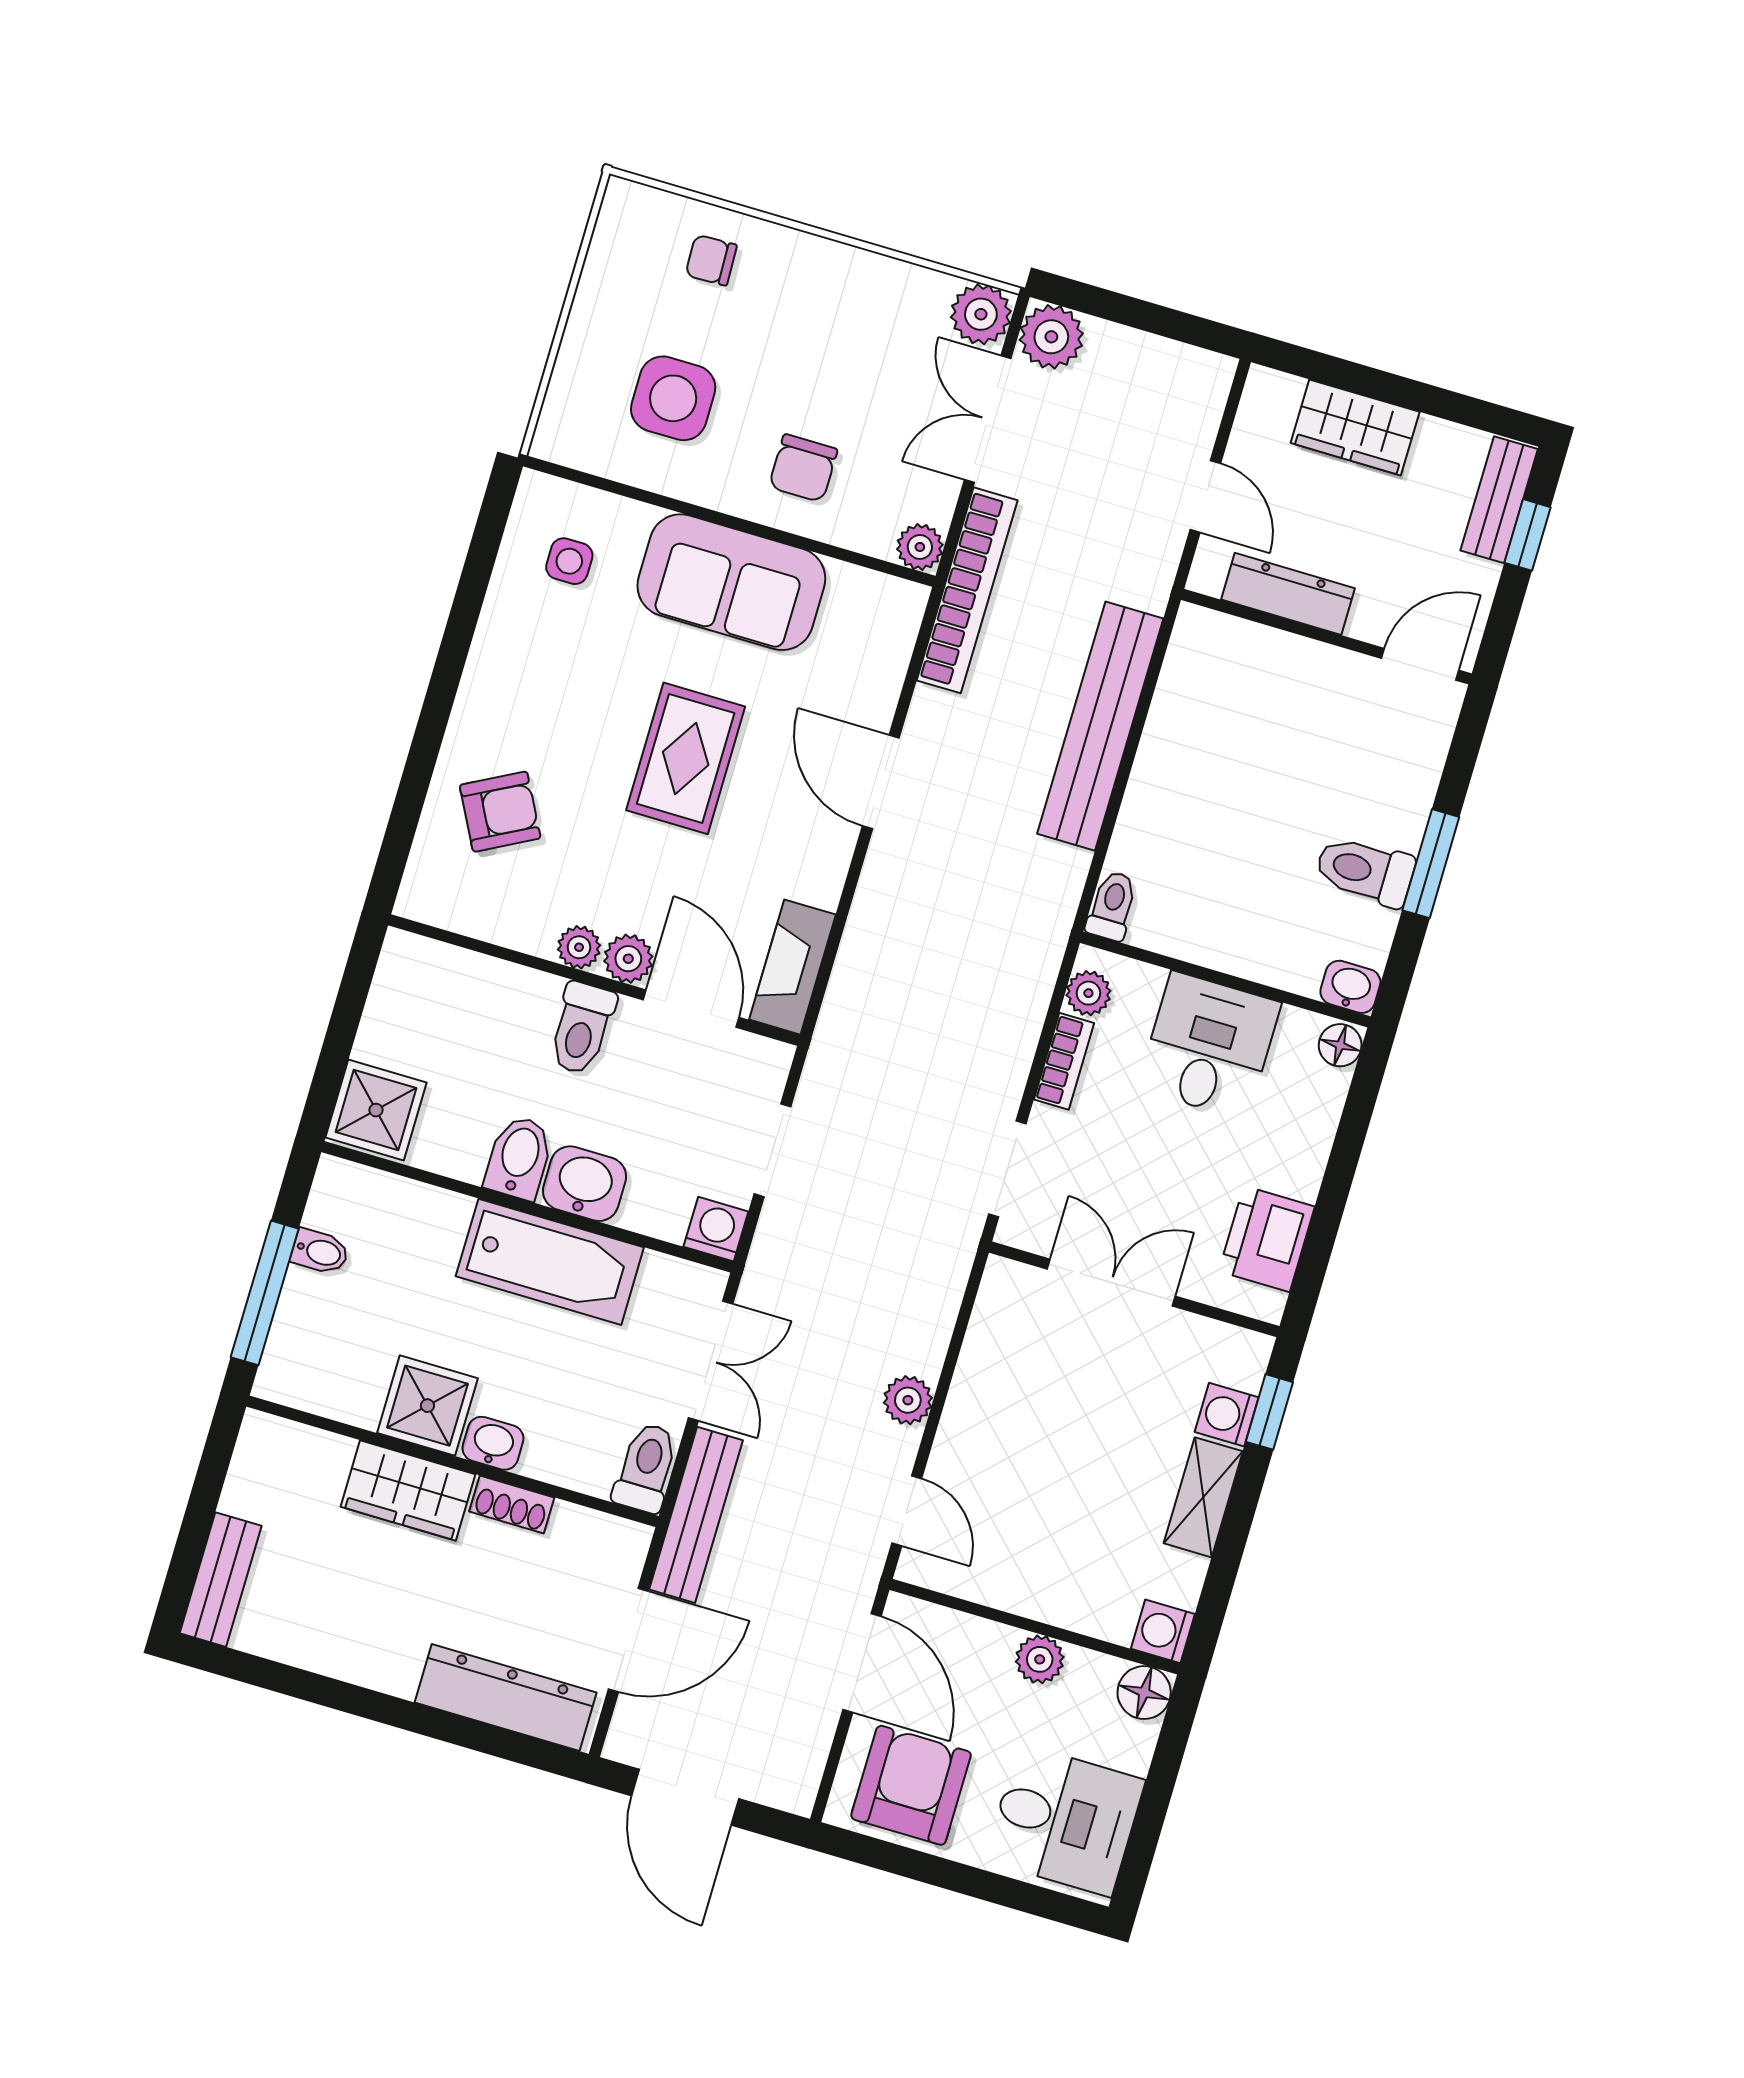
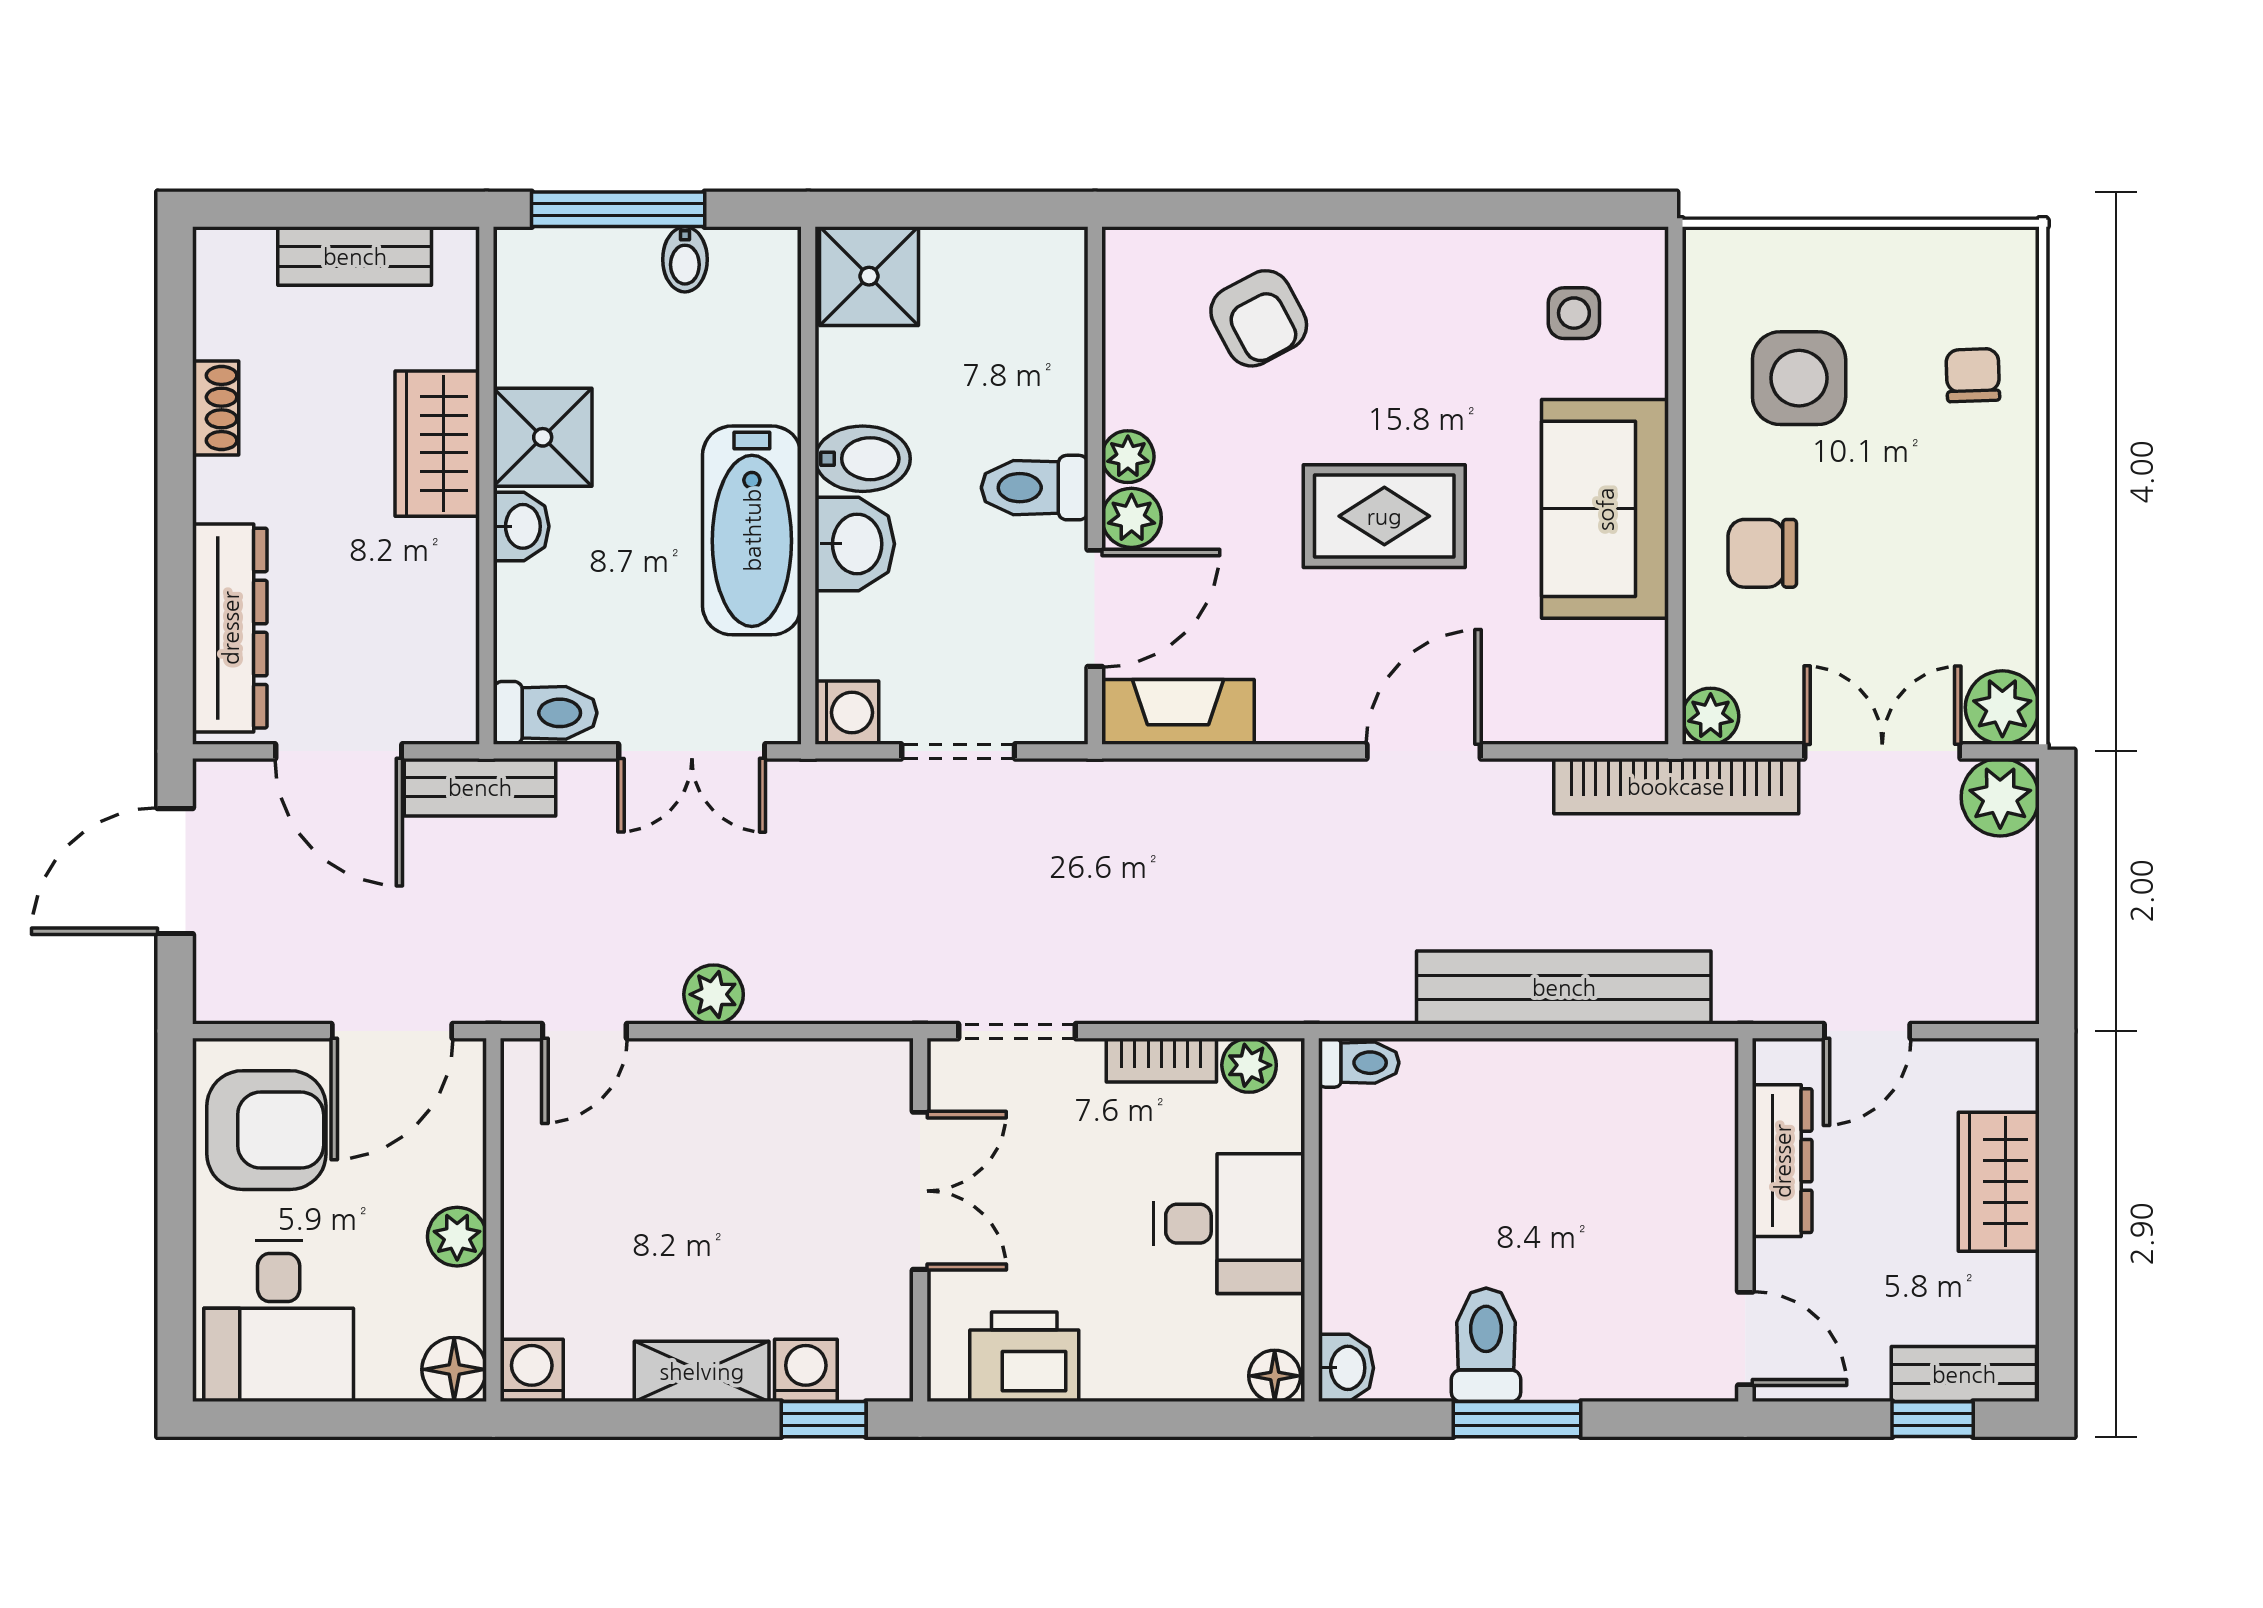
shoe rack: (512, 1504) -> (216, 408), moved, turned 180
bench: (696, 1515) -> (480, 787), width x0.73
bench: (221, 1580) -> (355, 256), moved

